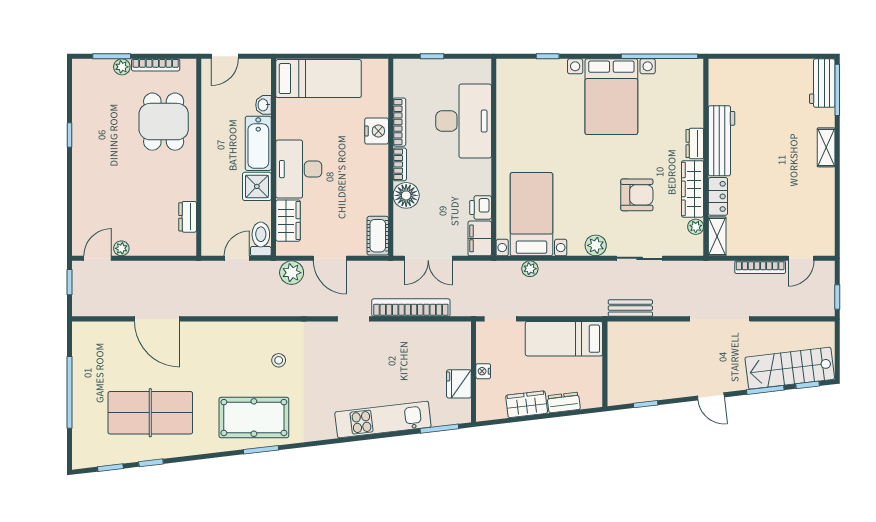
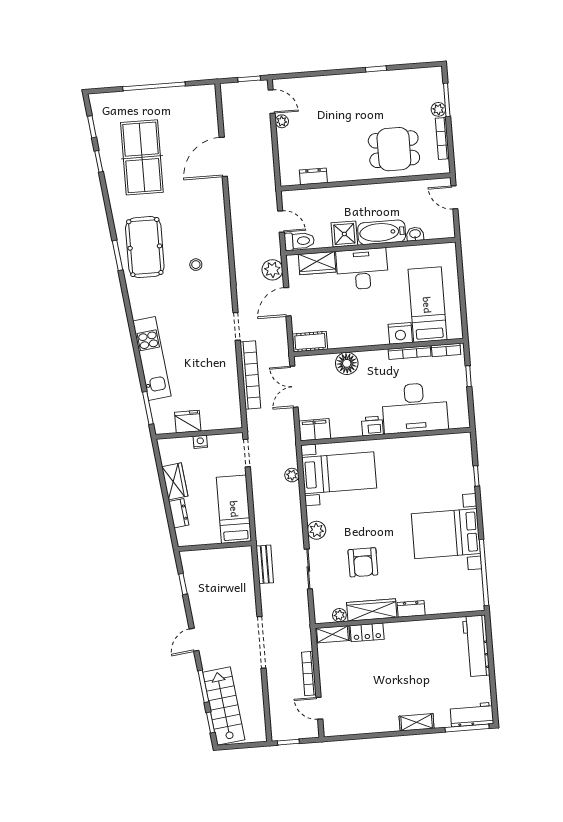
bed: (319, 79) -> (427, 305), moved, turned 180
workbench: (722, 141) -> (476, 646), moved, turned 90
bookcase: (400, 164) -> (446, 350), moved
printer: (481, 207) -> (372, 426), moved

